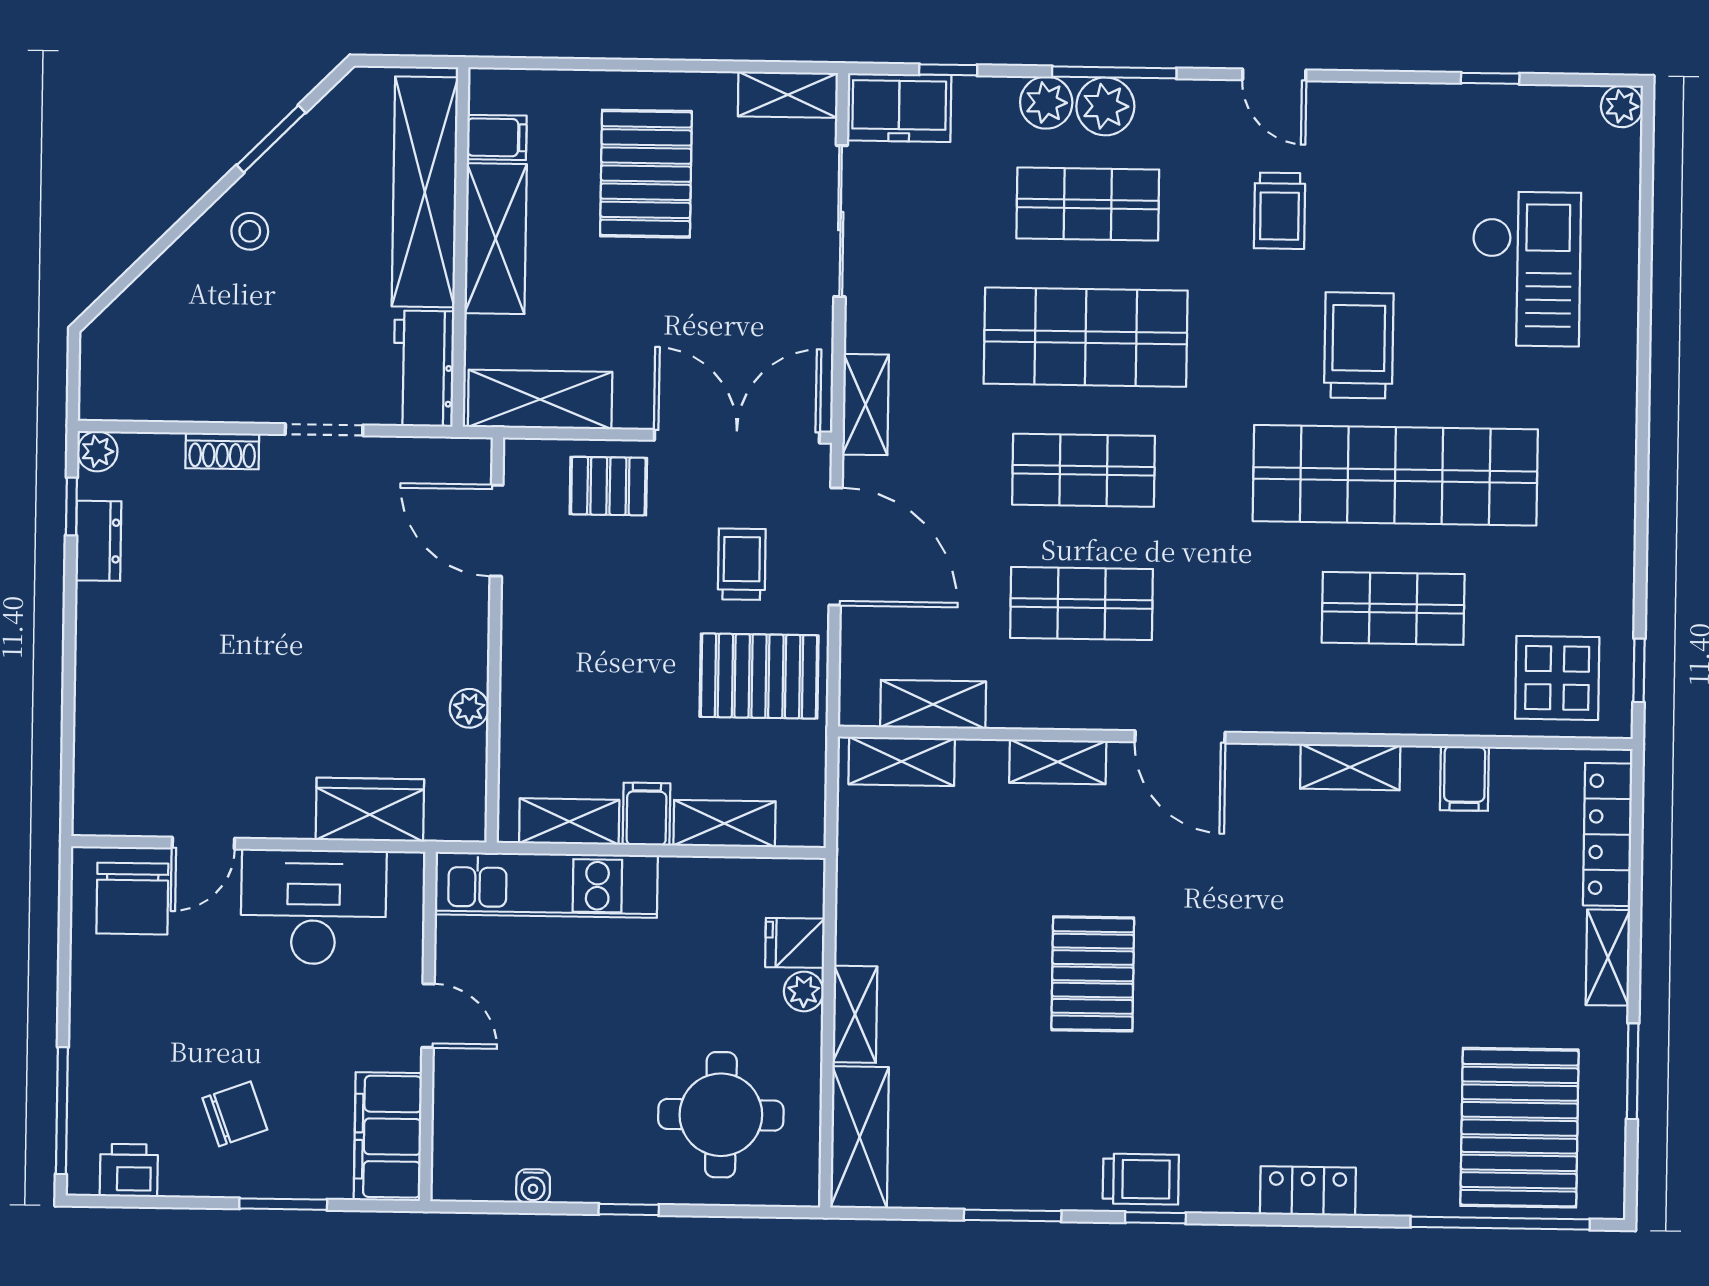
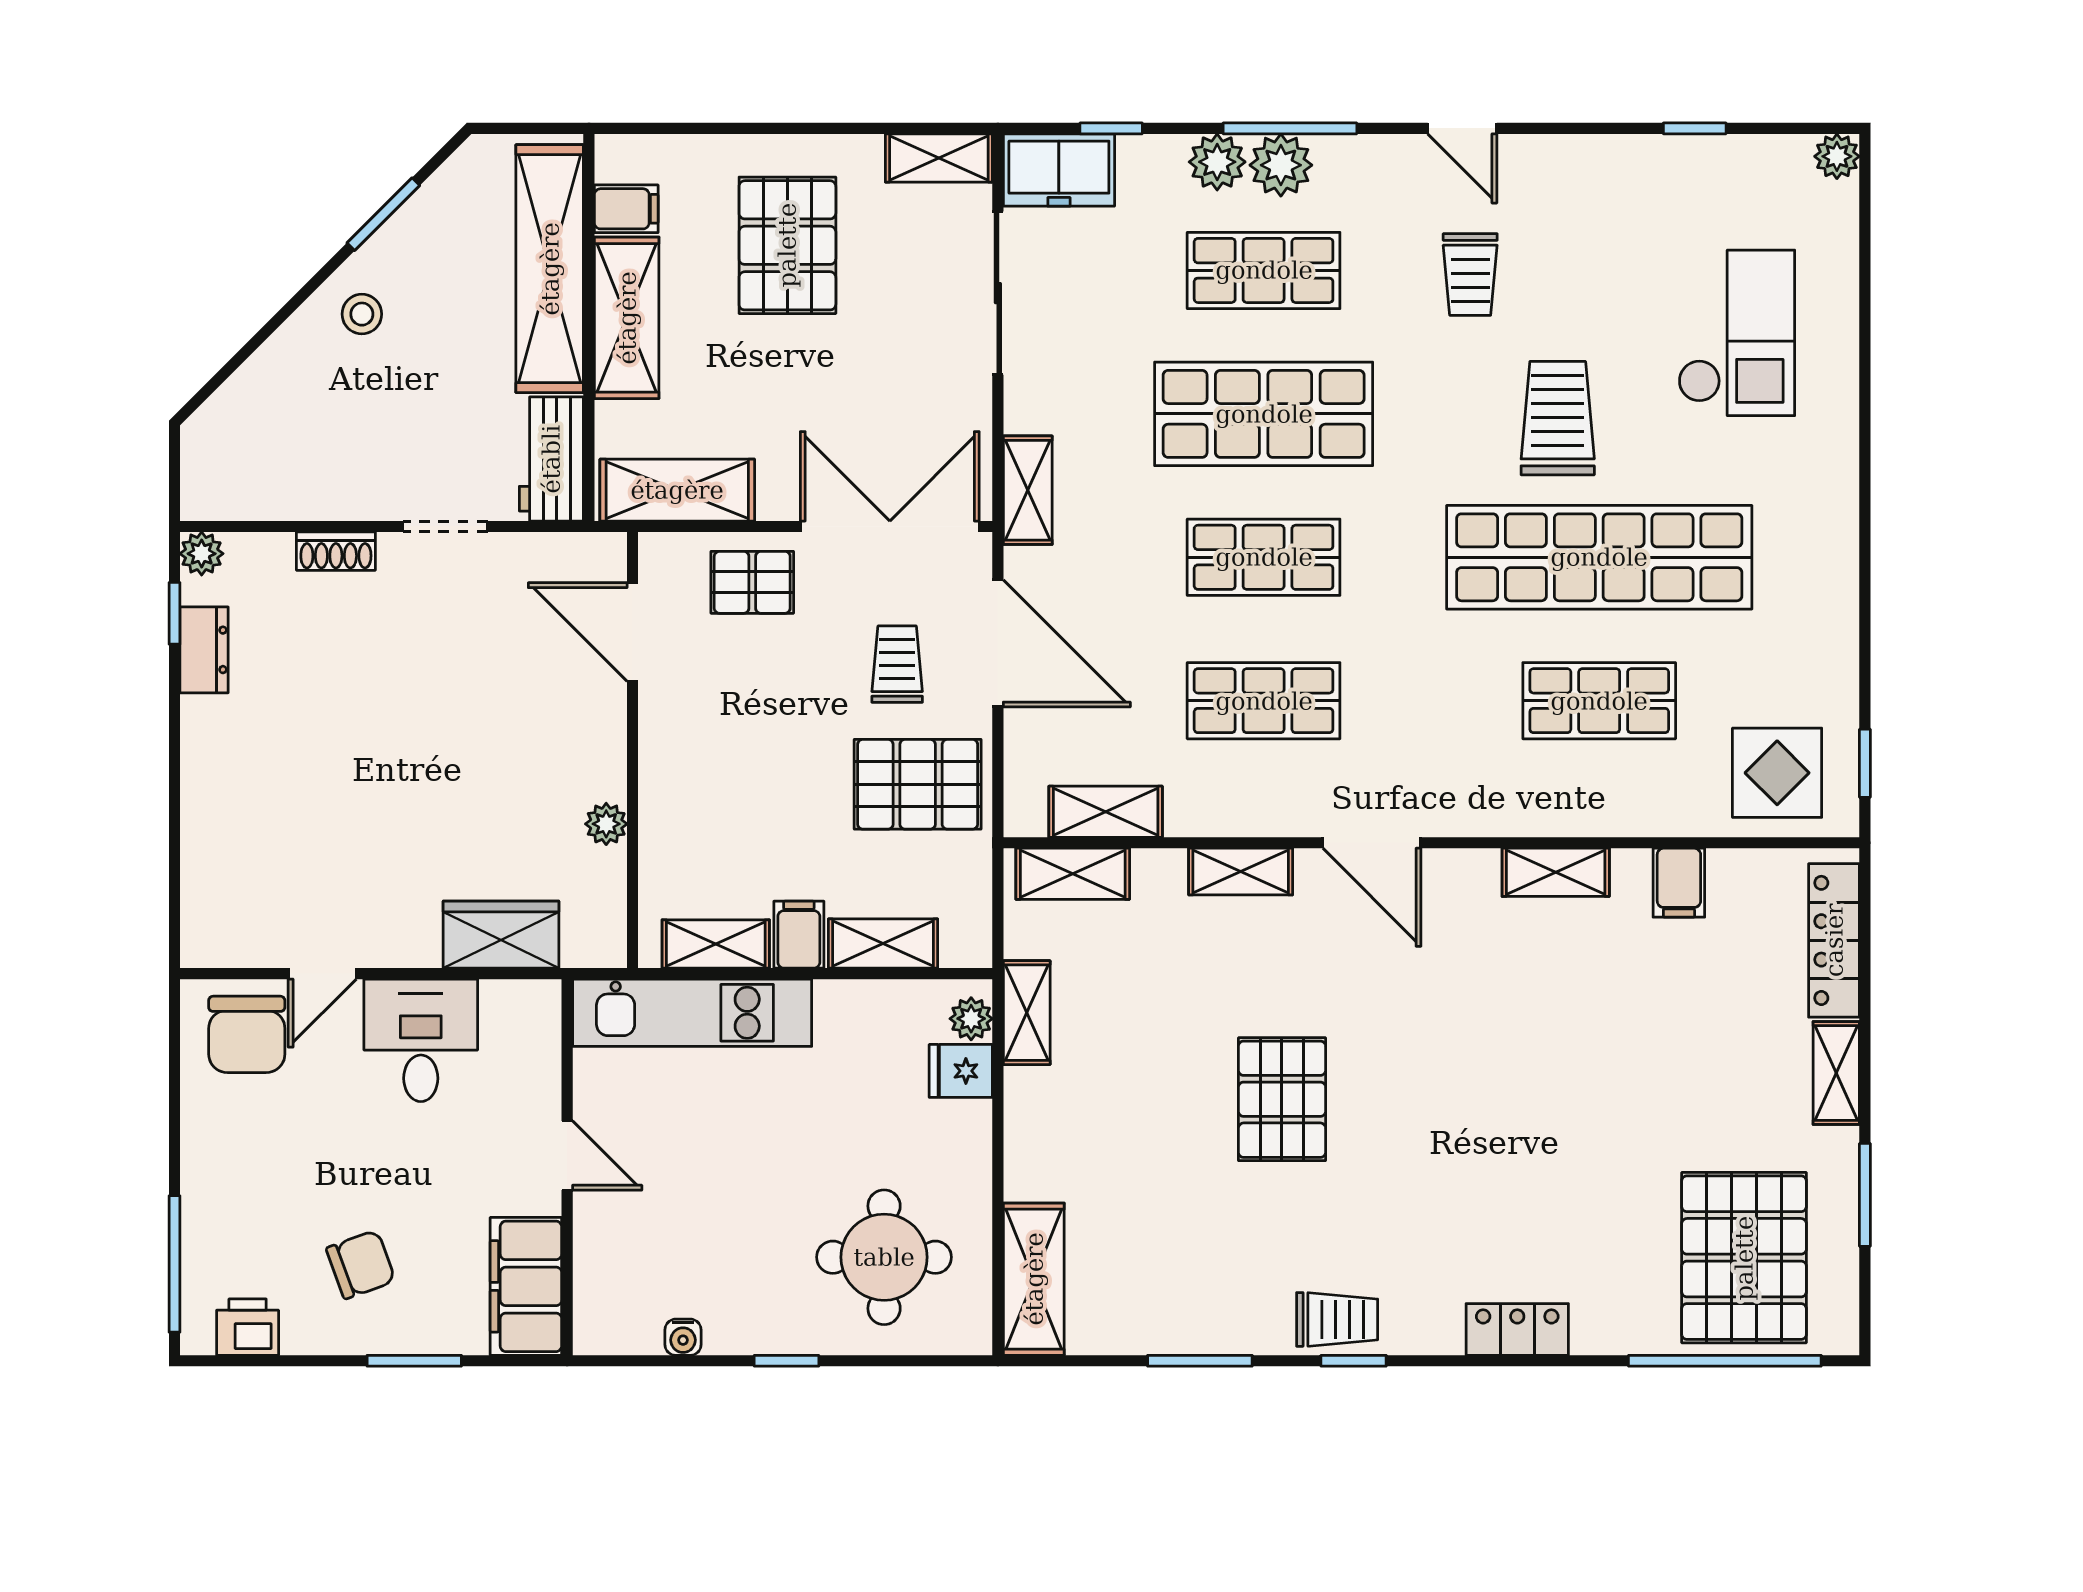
desk: (314, 907) -> (421, 1040), width x0.73
plant: (804, 991) -> (971, 1019), moved
shelving: (855, 1014) -> (1027, 1013), moved

